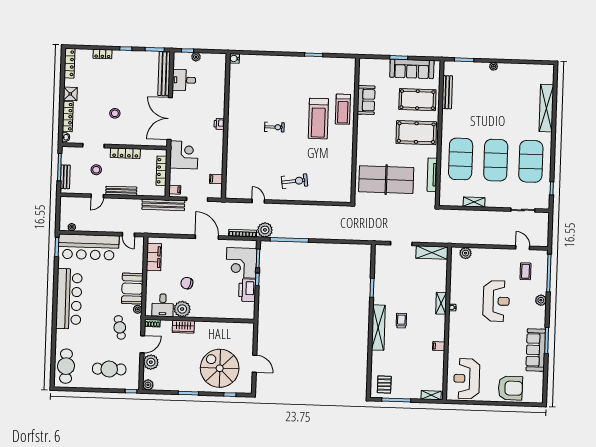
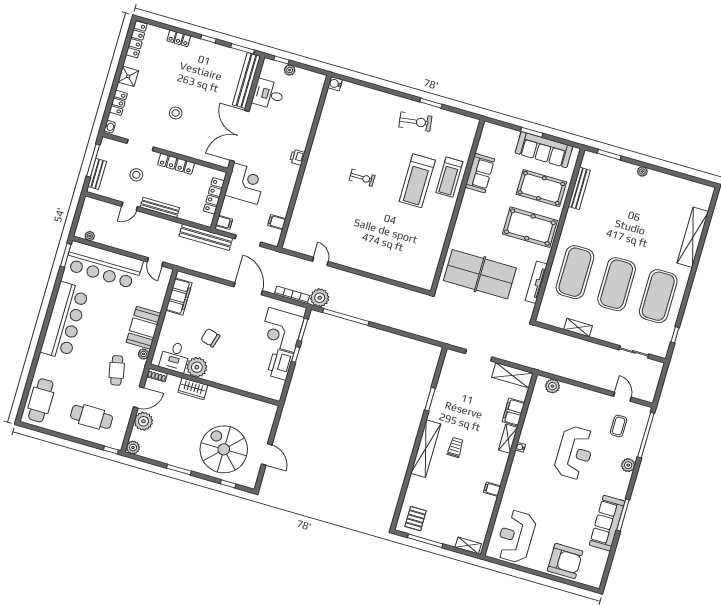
locker: (68, 117) -> (118, 103), width x0.66
exercise bike: (295, 181) -> (415, 122), moved
filing cabinet: (440, 281) -> (513, 412), added

